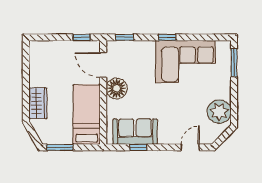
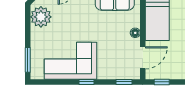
door: (103, 65) -> (143, 58), hinge flipped
floor lamp: (117, 88) -> (135, 33), width x0.53, depth x0.53

